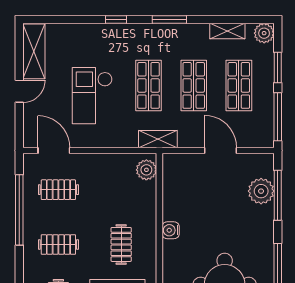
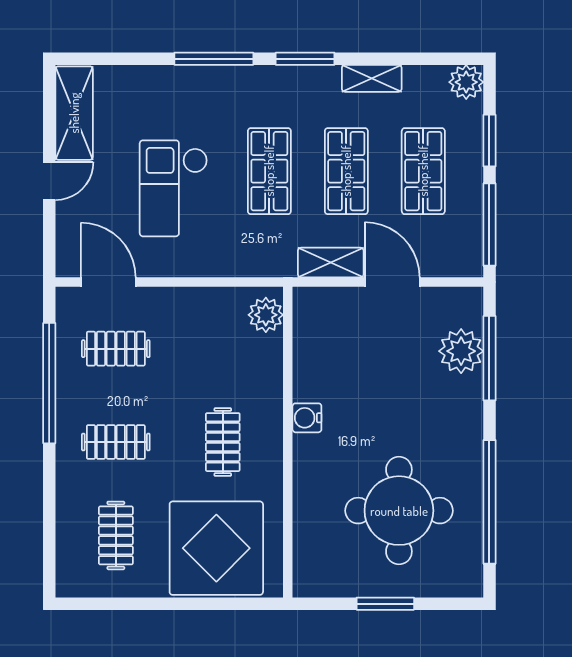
window: (116, 20) -> (214, 59), width x2.17
shelving: (227, 31) -> (372, 78), moved
shelving: (158, 139) -> (331, 263), moved

